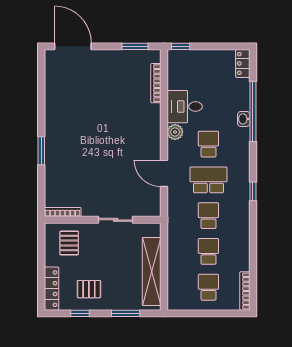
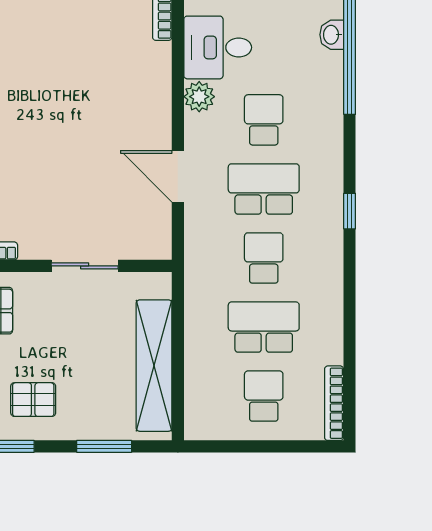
washbasin: (244, 119) -> (332, 35), moved
school desk: (208, 251) -> (264, 327), width x1.85

